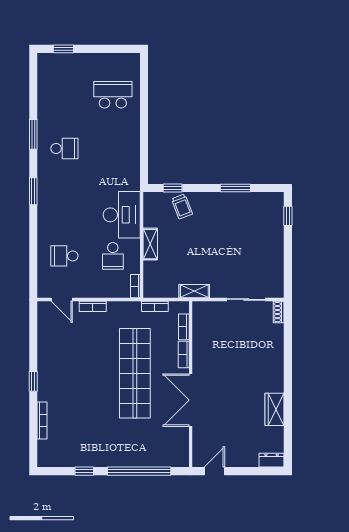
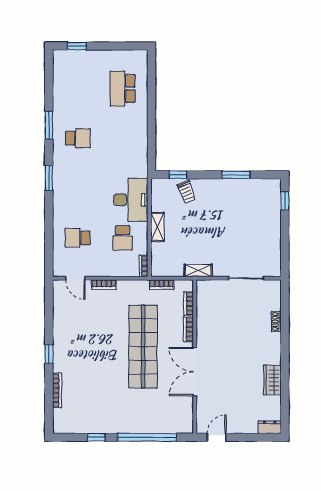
school desk: (113, 95) -> (123, 88), turned -90
shoe rack: (279, 312) -> (276, 321), moved

